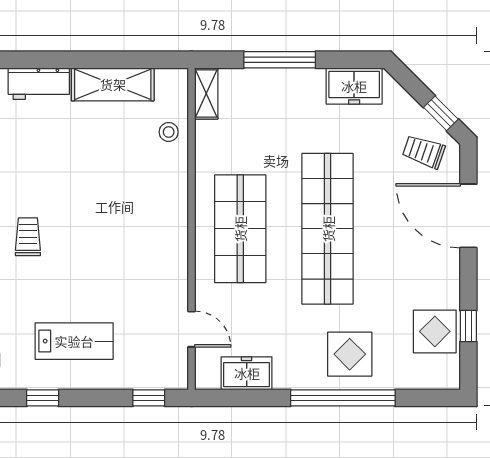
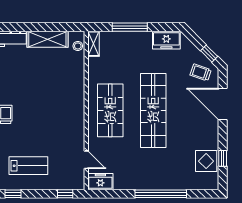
stool: (169, 132) -> (78, 46), moved
display table: (350, 354) -> (164, 172), removed
freezer: (247, 373) -> (100, 182), moved

